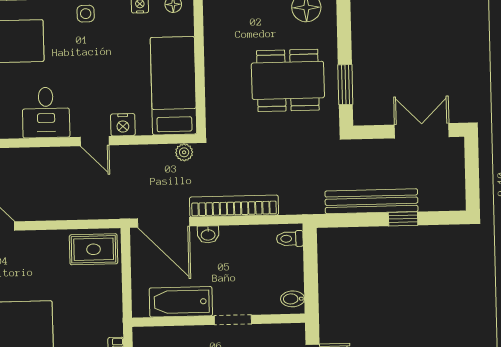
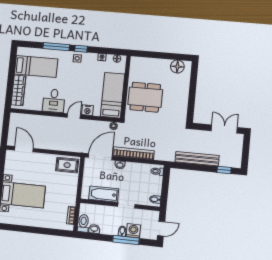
dining table: (288, 80) -> (145, 97), moved
window: (345, 85) -> (191, 104), removed
door: (95, 141) -> (74, 116), swing flipped
window: (403, 219) -> (224, 170), moved
door: (164, 222) -> (100, 157), swing flipped

